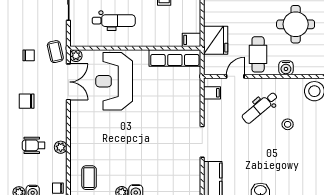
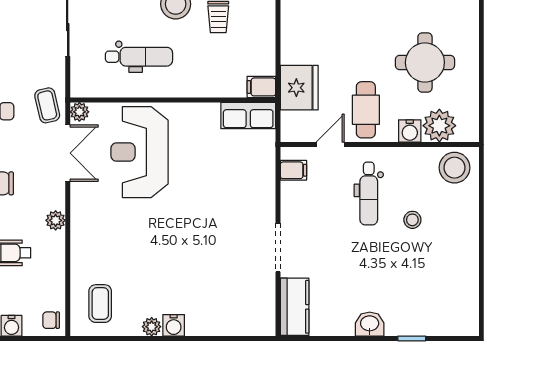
row of seats: (175, 58) -> (248, 116), width x0.68
plant: (305, 64) -> (439, 126), added
dental chair: (260, 108) -> (369, 193), turned -50
plant: (61, 147) -> (56, 220), moved

